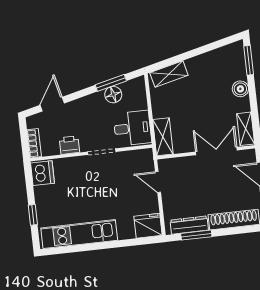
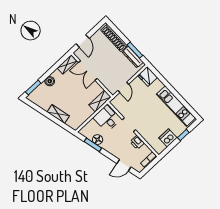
shelving: (169, 74) -> (58, 114), moved
dishwasher: (42, 173) -> (168, 138), moved

